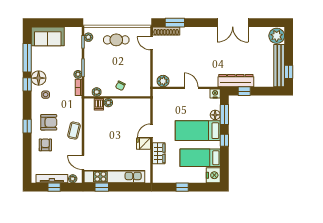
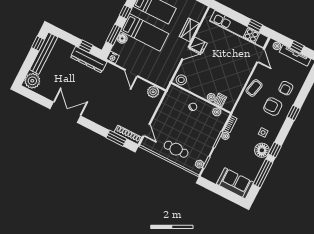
stool: (143, 105) -> (181, 80), added

